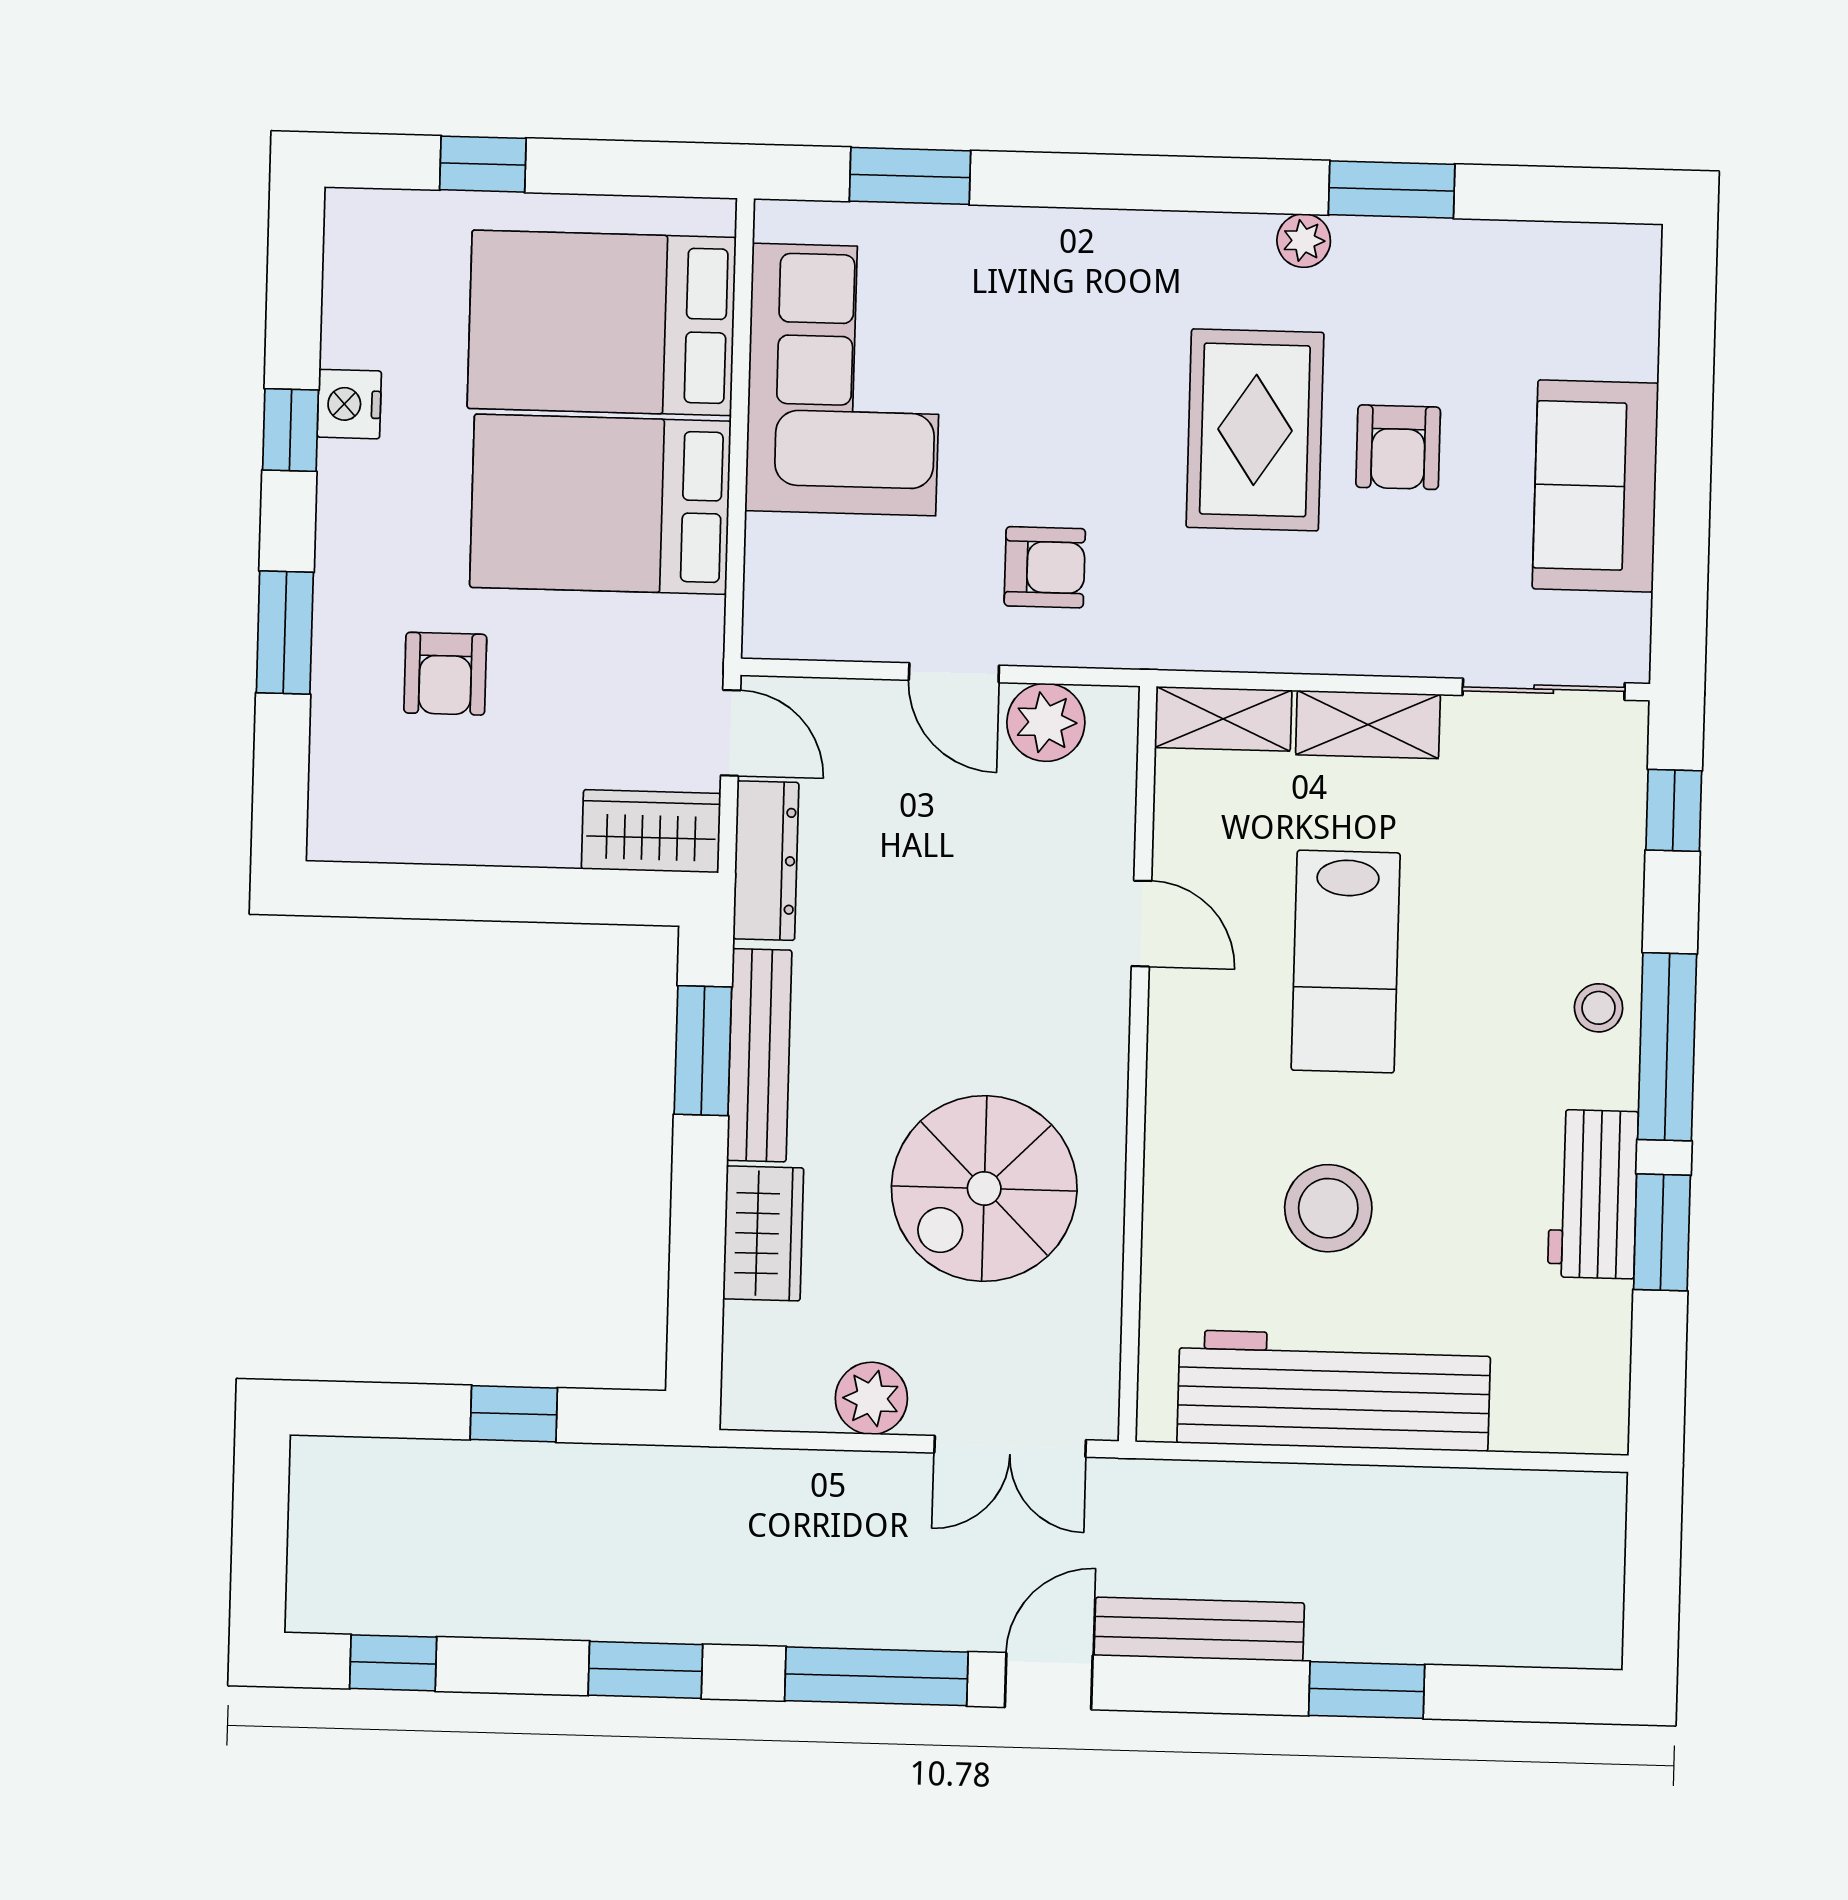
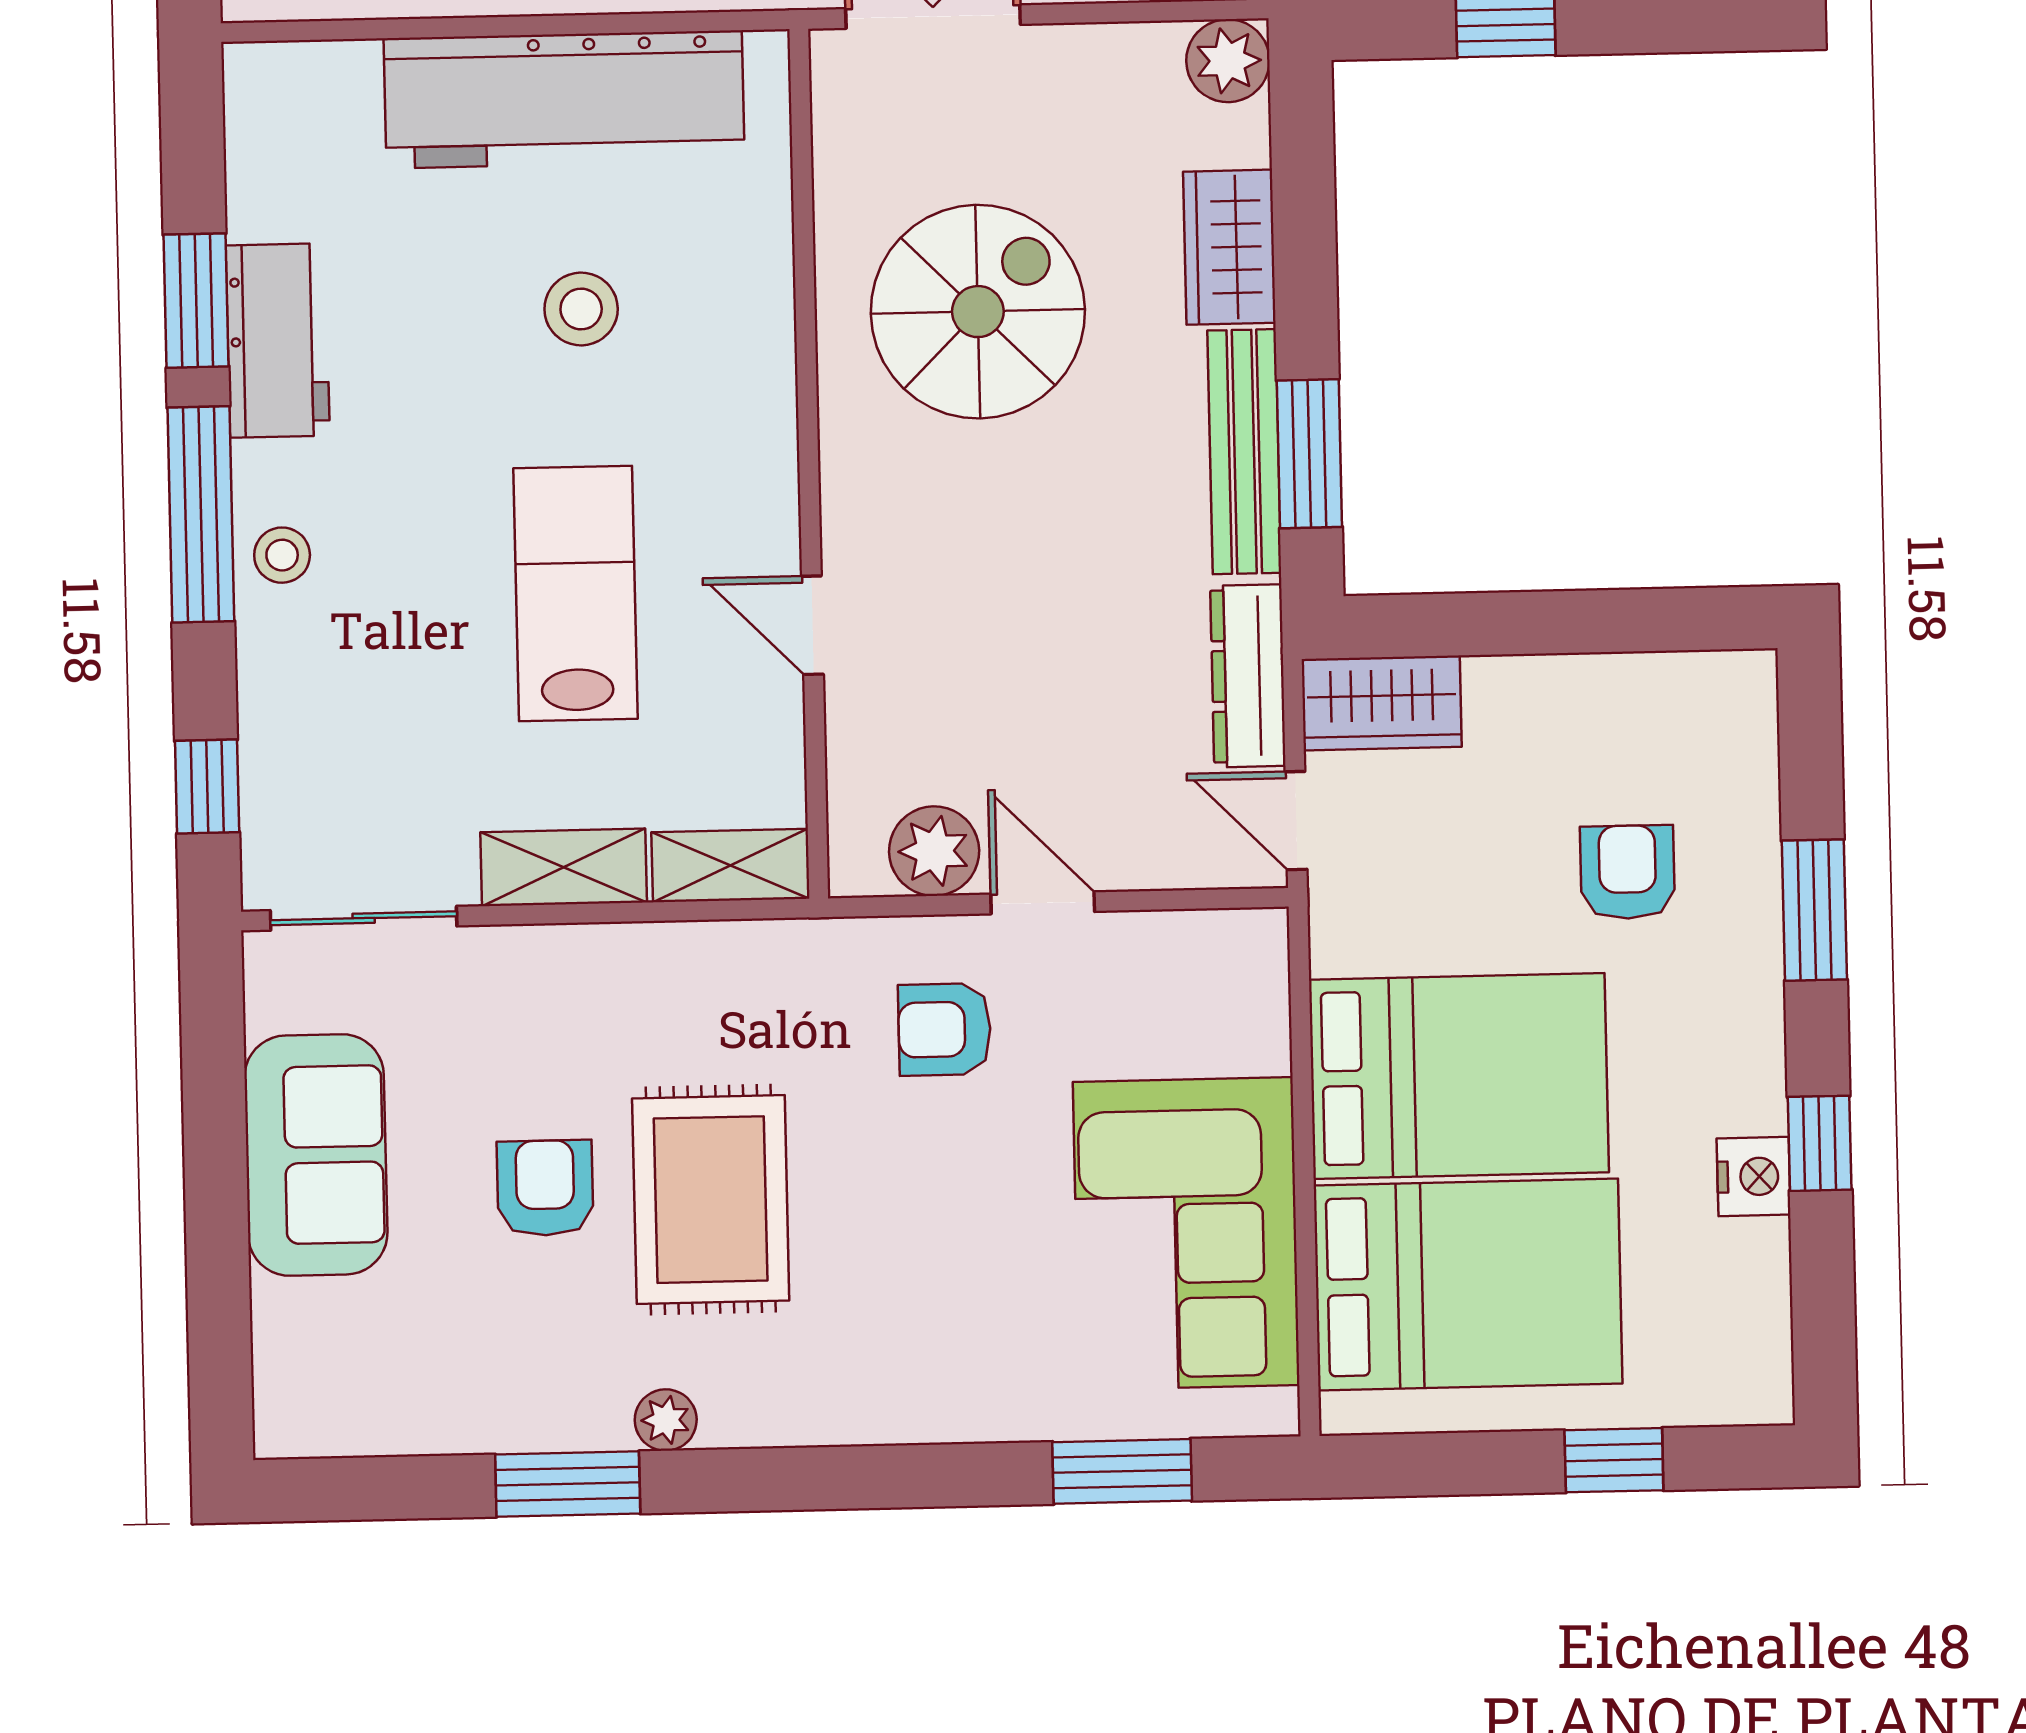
stool: (1328, 1208) -> (581, 309), width x0.73, depth x0.73
plant: (871, 1398) -> (1228, 61), moved

